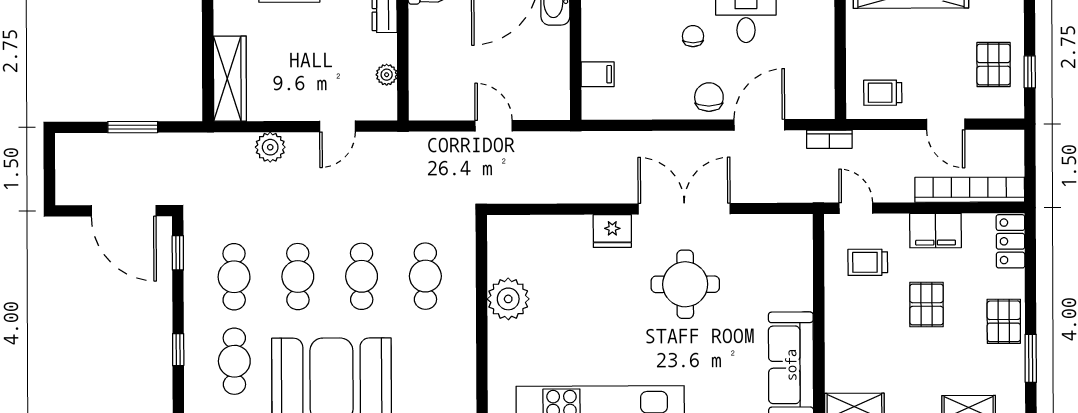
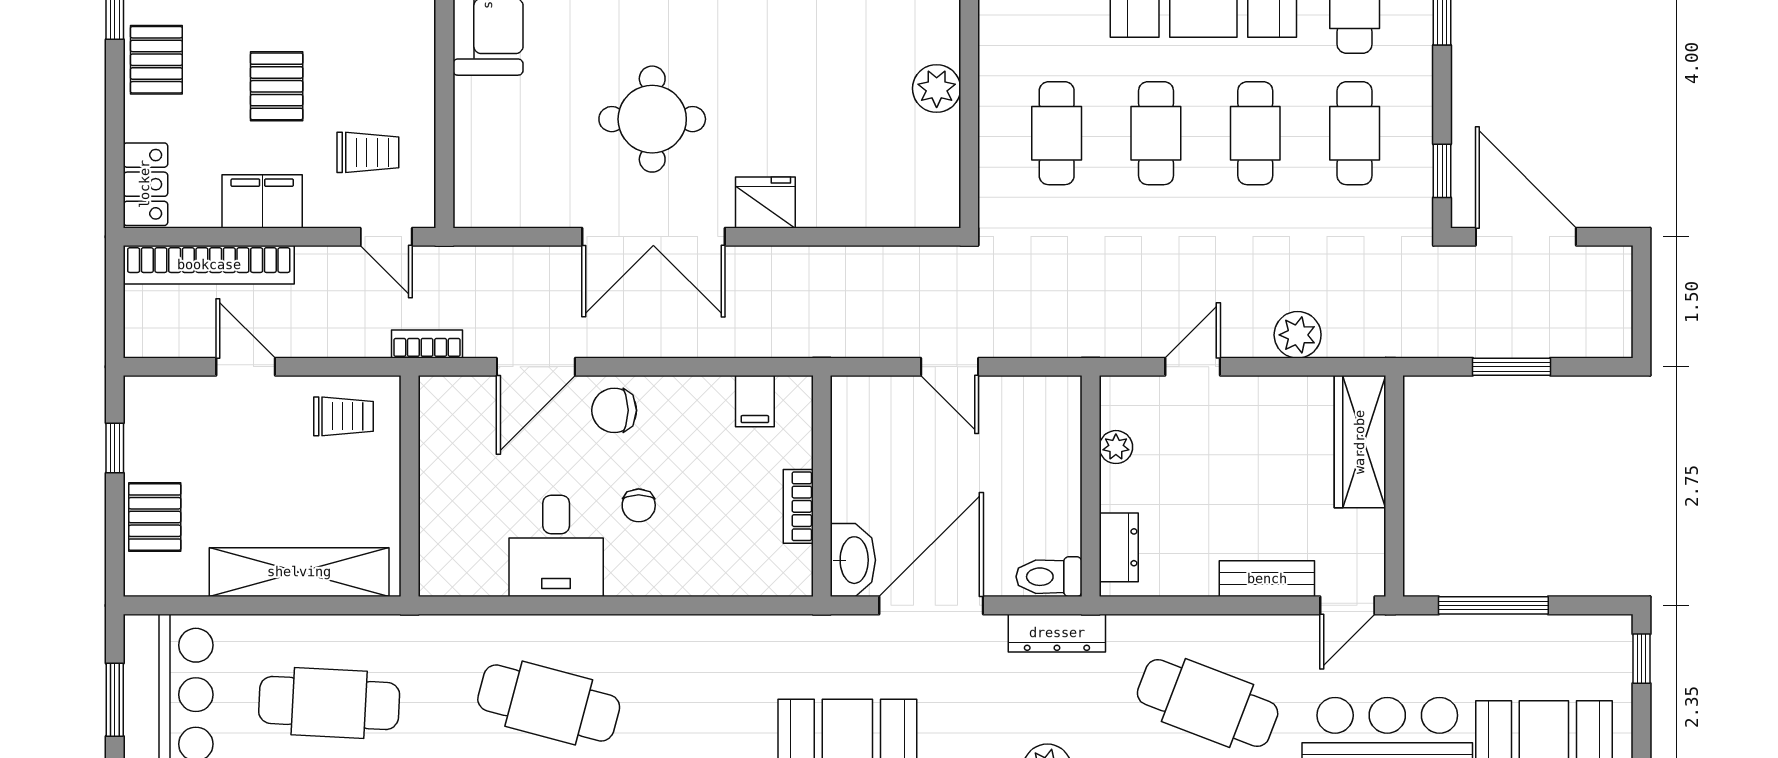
bookcase: (591, 36) -> (798, 506), added
pallet: (994, 64) -> (155, 517), moved
filing cabinet: (598, 74) -> (755, 401), moved, turned -90
chair: (709, 97) -> (614, 410), turned 90
plant: (508, 299) -> (937, 88), width x0.73, depth x0.73

